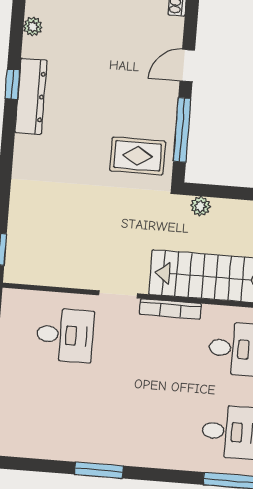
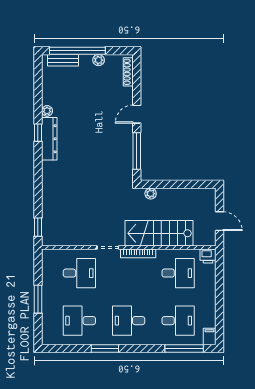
plant: (33, 26) -> (47, 111), moved
rug: (138, 156) -> (113, 168), removed
desk: (58, 418) -> (79, 321), added
desk: (144, 425) -> (129, 321), added

